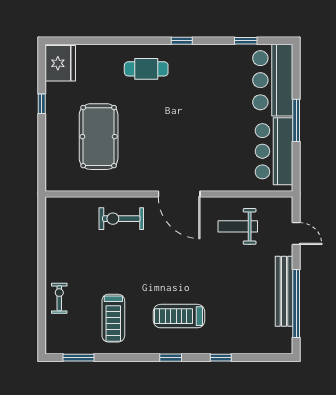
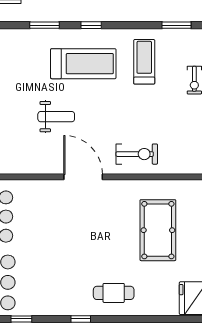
weight bench: (238, 226) -> (56, 117), moved
treadmill: (179, 316) -> (83, 64), width x1.37, depth x1.38
window: (221, 358) -> (45, 25), width x1.50

